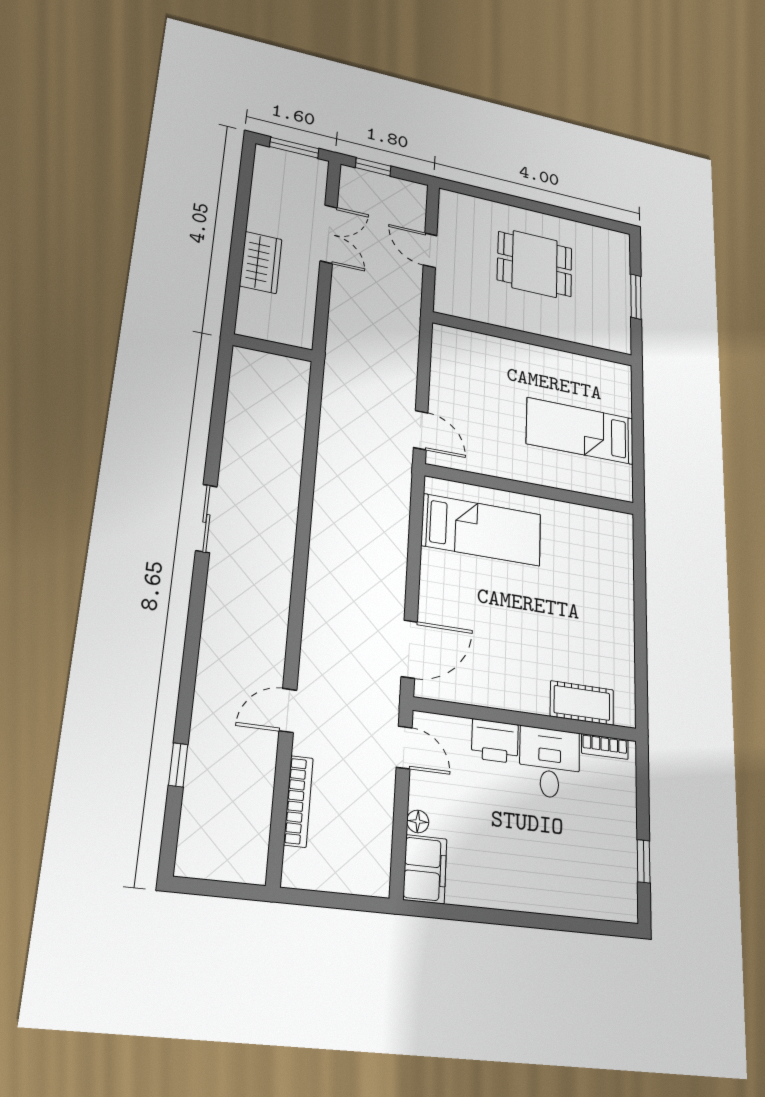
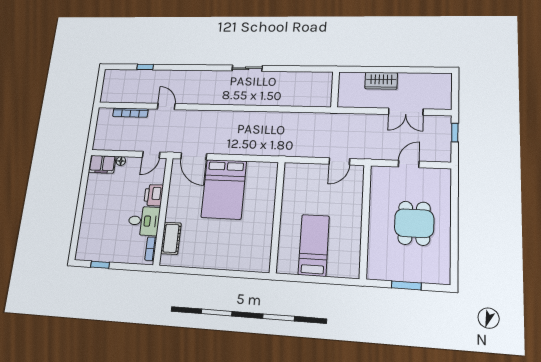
window: (294, 148) -> (455, 92), removed
door: (421, 430) -> (339, 161), moved
bed: (482, 530) -> (224, 189), moved, width x1.50

